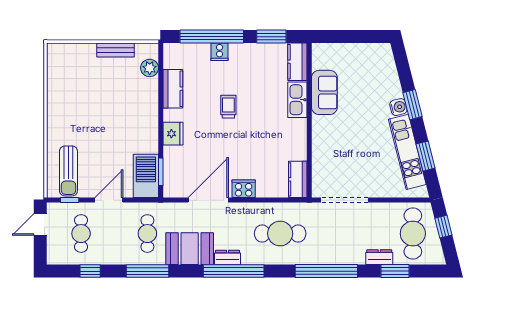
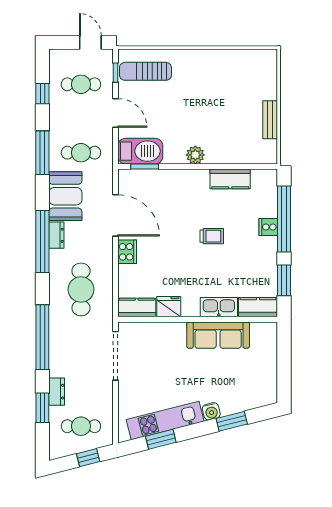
plant: (150, 68) -> (195, 155), moved
sofa: (324, 92) -> (218, 335), width x1.36
window: (412, 105) -> (232, 421), moved
fridge: (173, 134) -> (169, 307), moved, turned 180
cafe table: (413, 234) -> (81, 426), width x0.73, depth x0.74

